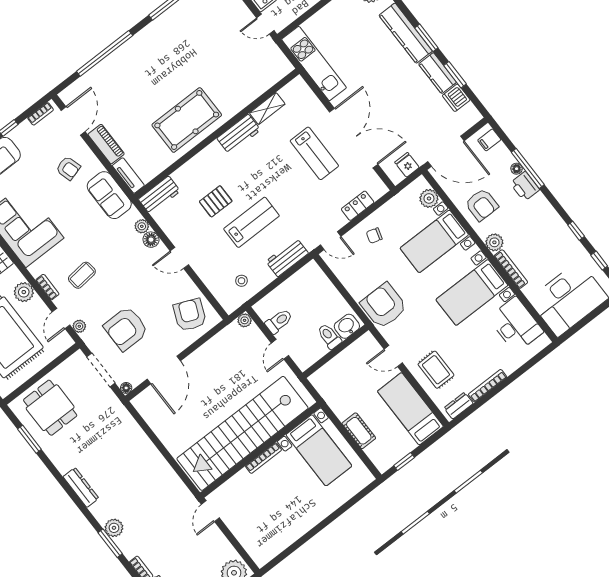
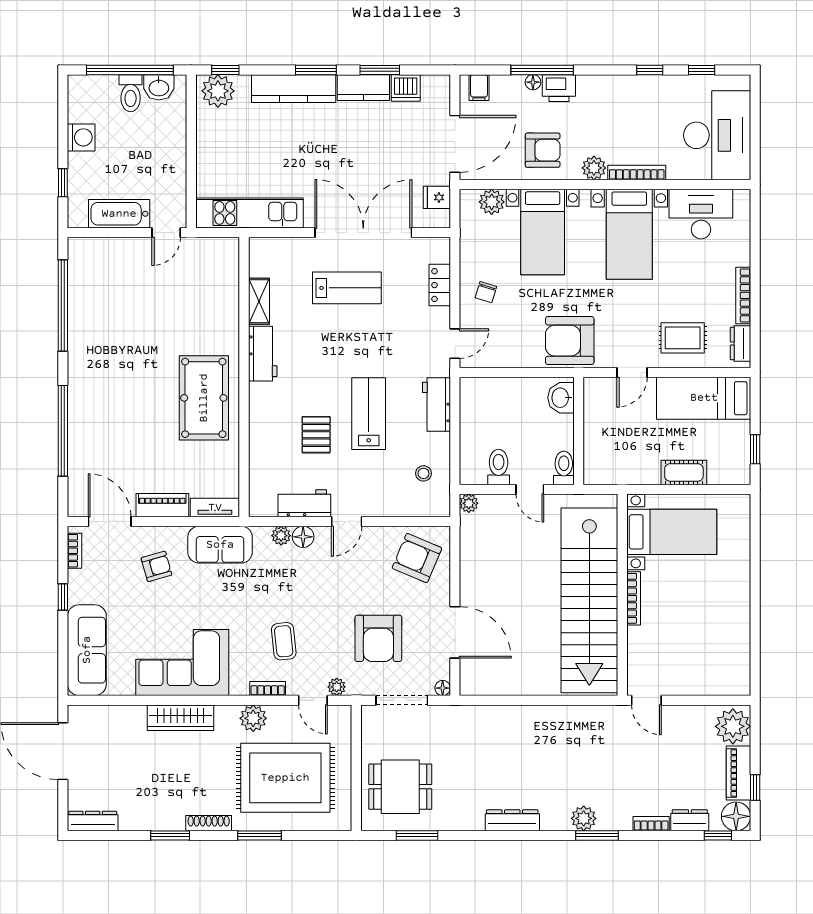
workbench: (159, 195) -> (304, 503), moved, turned -90
toilet: (329, 336) -> (564, 468), moved, turned 90

